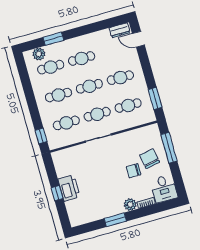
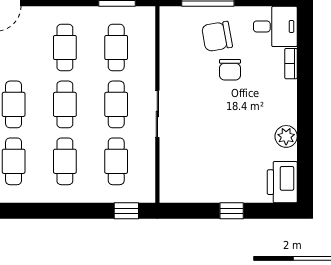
printer: (69, 188) -> (282, 182), moved, turned -90
plant: (130, 205) -> (286, 136), moved
window: (115, 220) -> (305, 124), removed

